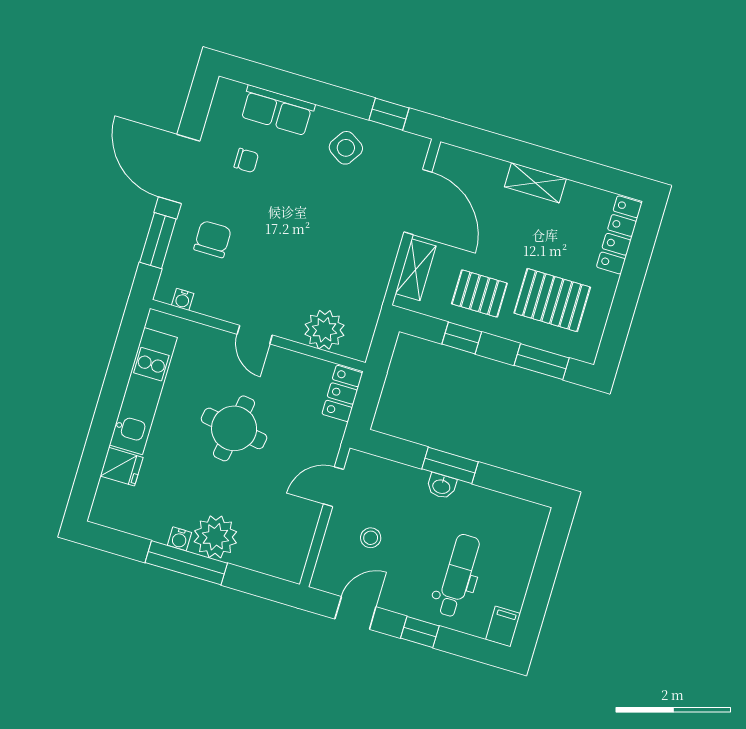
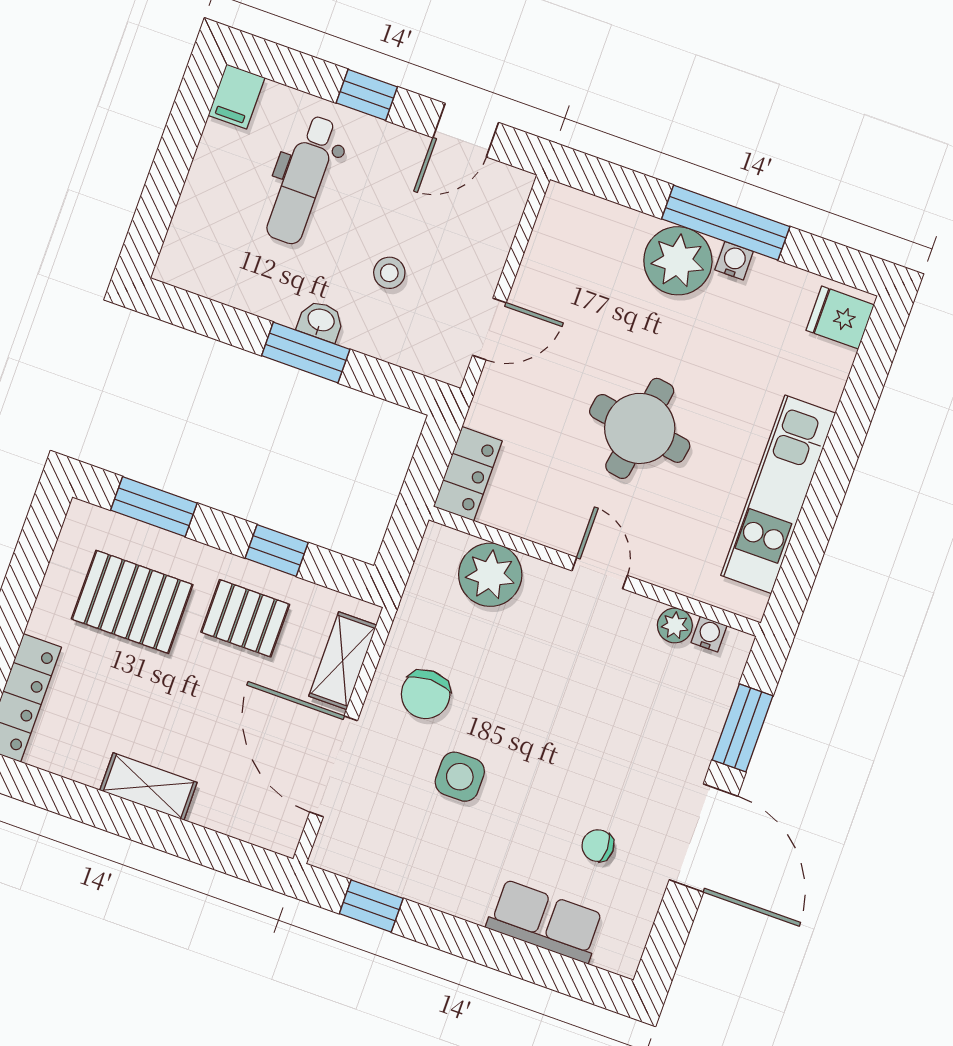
side table: (346, 148) -> (460, 777), moved, turned -33
chair: (213, 239) -> (426, 694), moved
plant: (205, 304) -> (675, 625), added
fridge: (122, 467) -> (840, 318), moved
stool: (371, 538) -> (389, 273), moved

